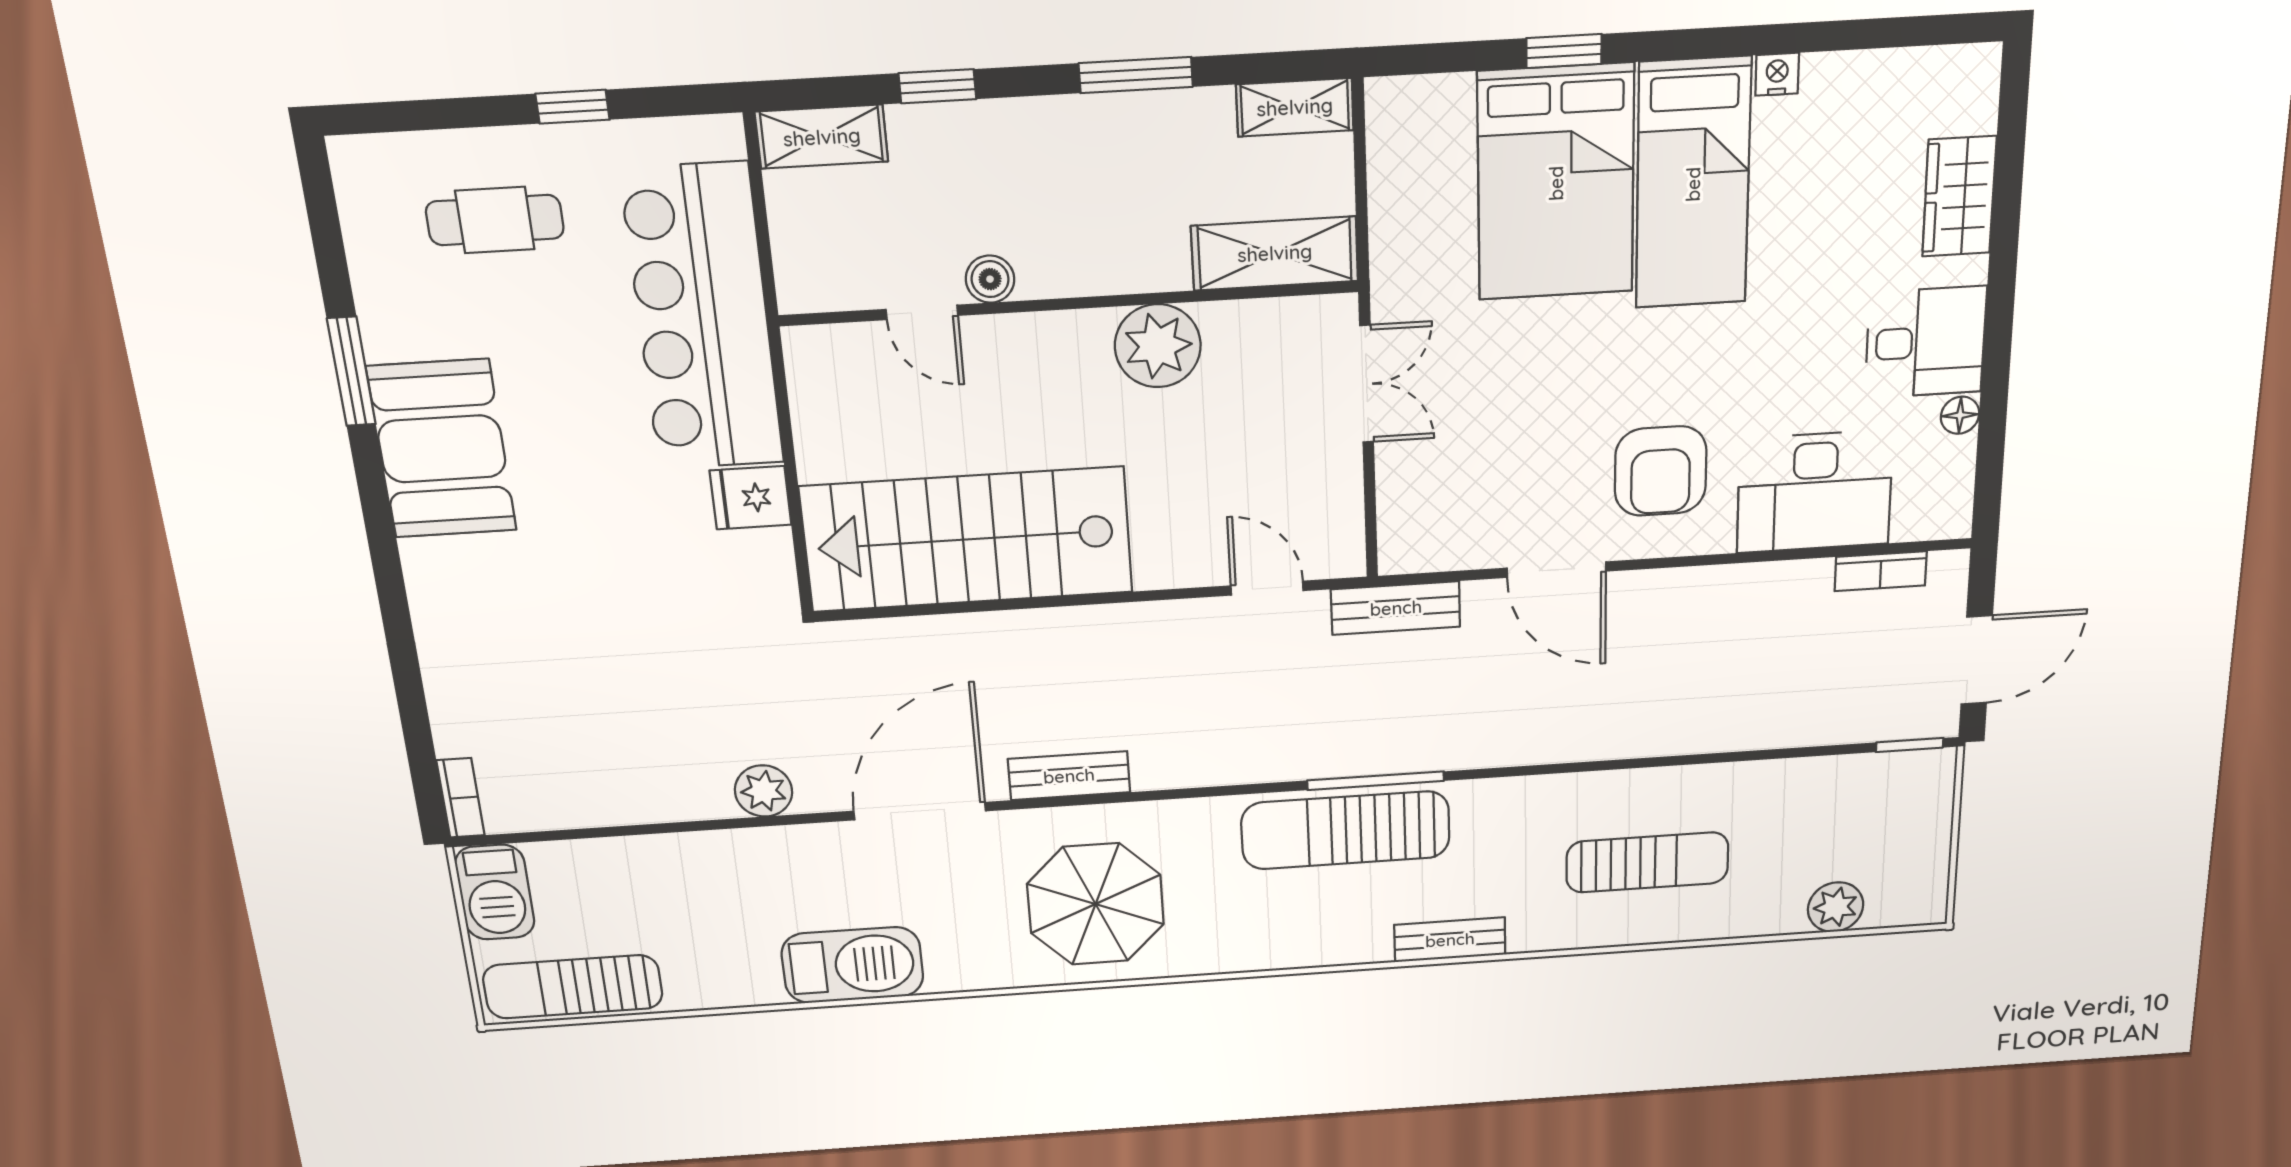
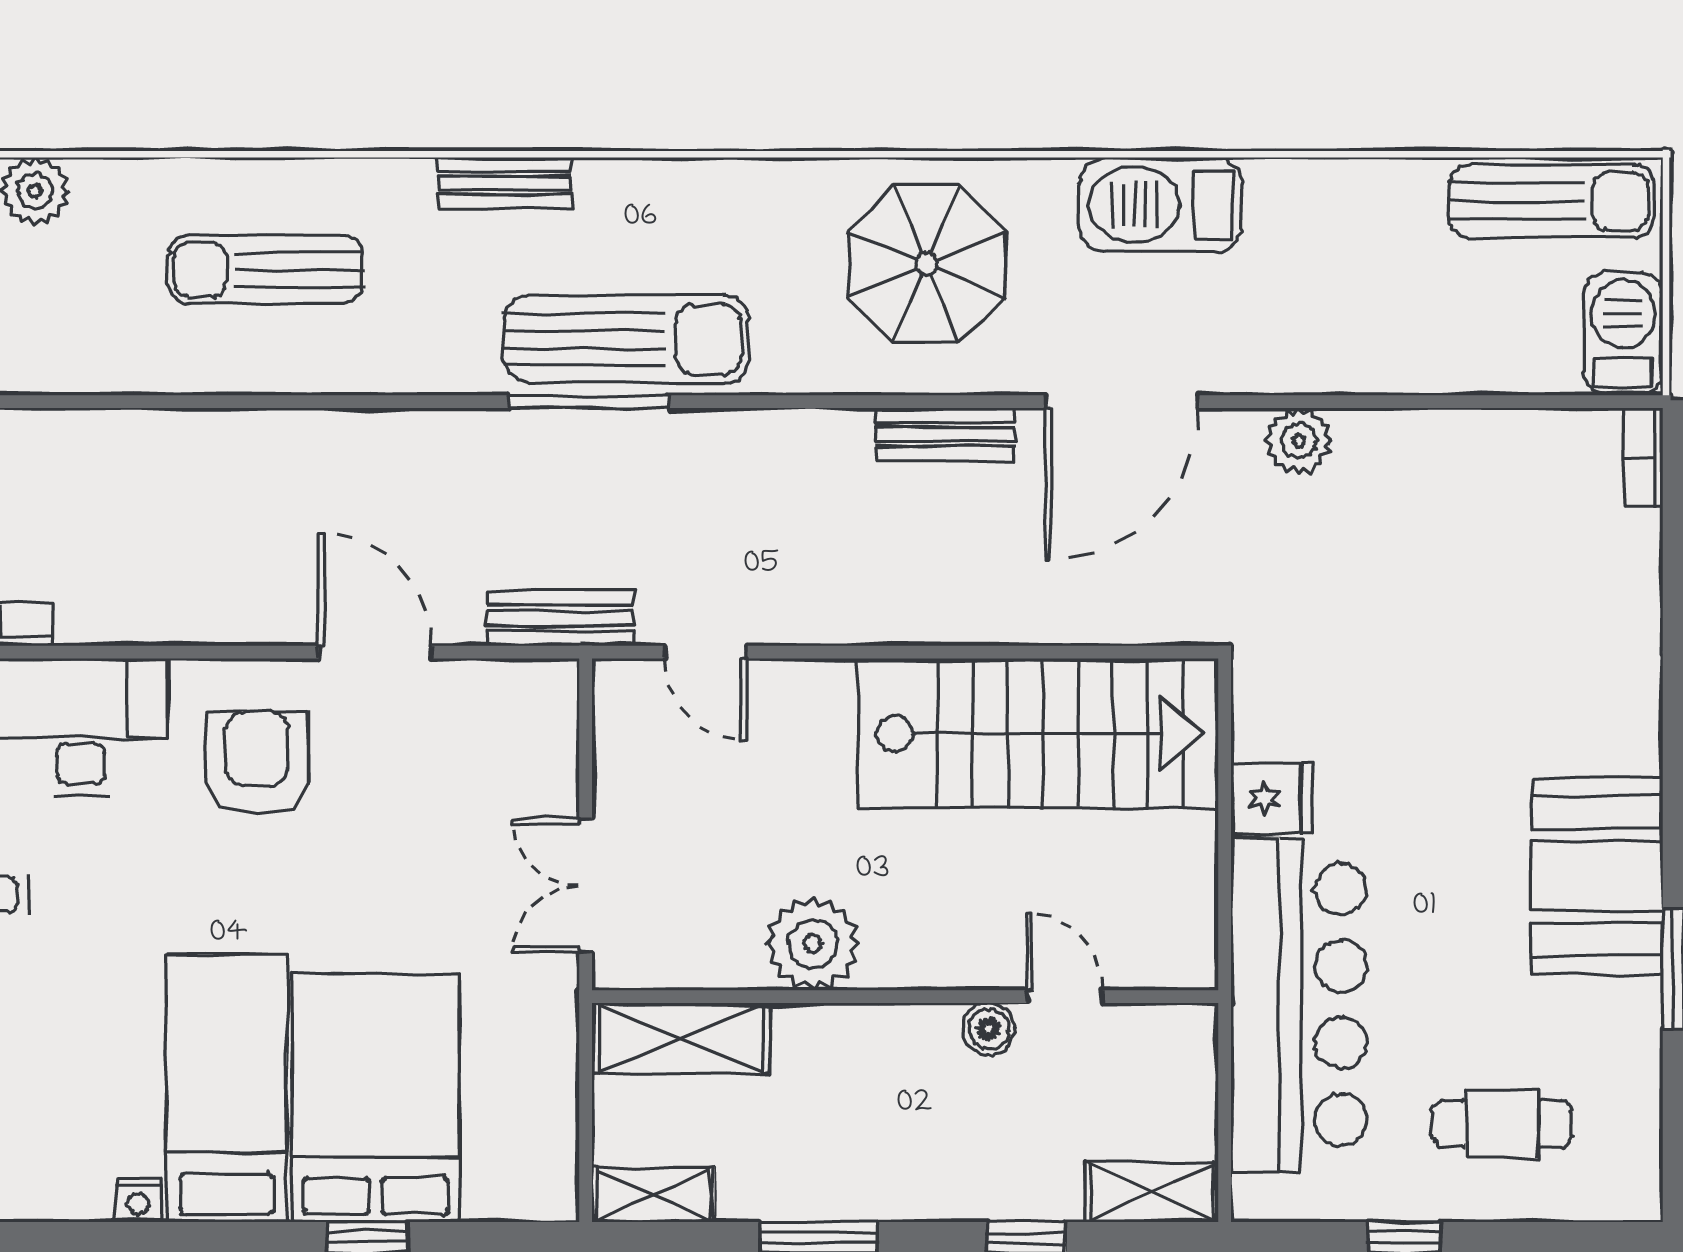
barbecue: (852, 965) -> (1160, 205), moved

